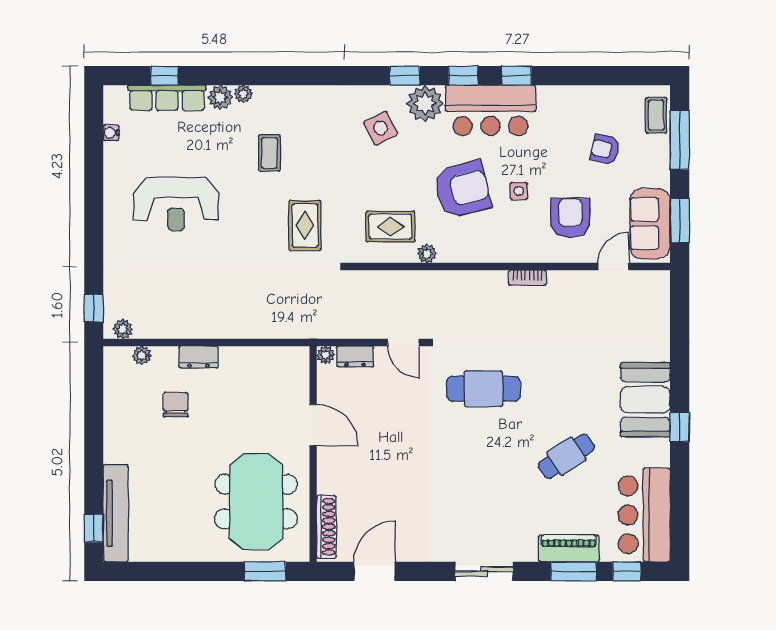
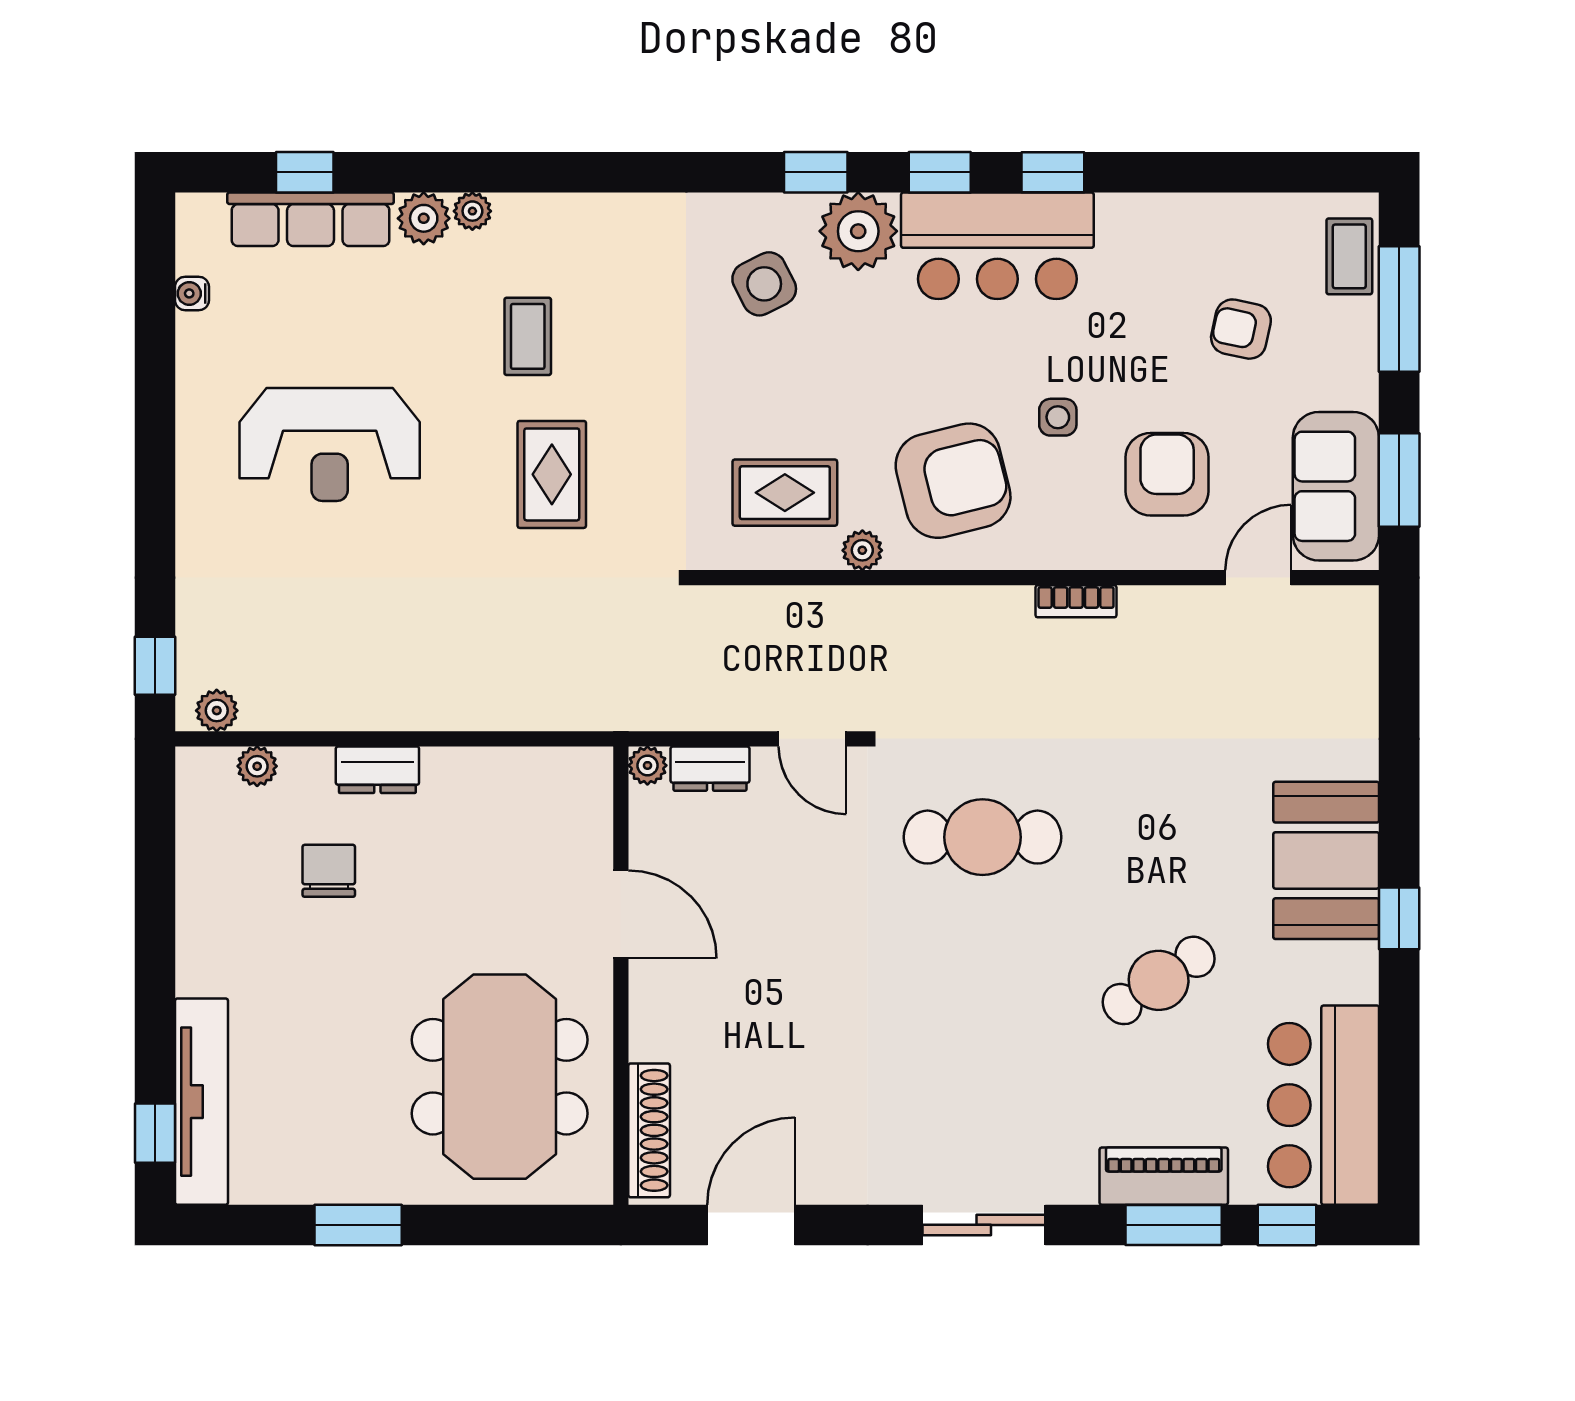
armchair: (462, 189) -> (953, 481), moved
rug: (305, 225) -> (552, 474), moved
window: (265, 571) -> (358, 1225), moved

